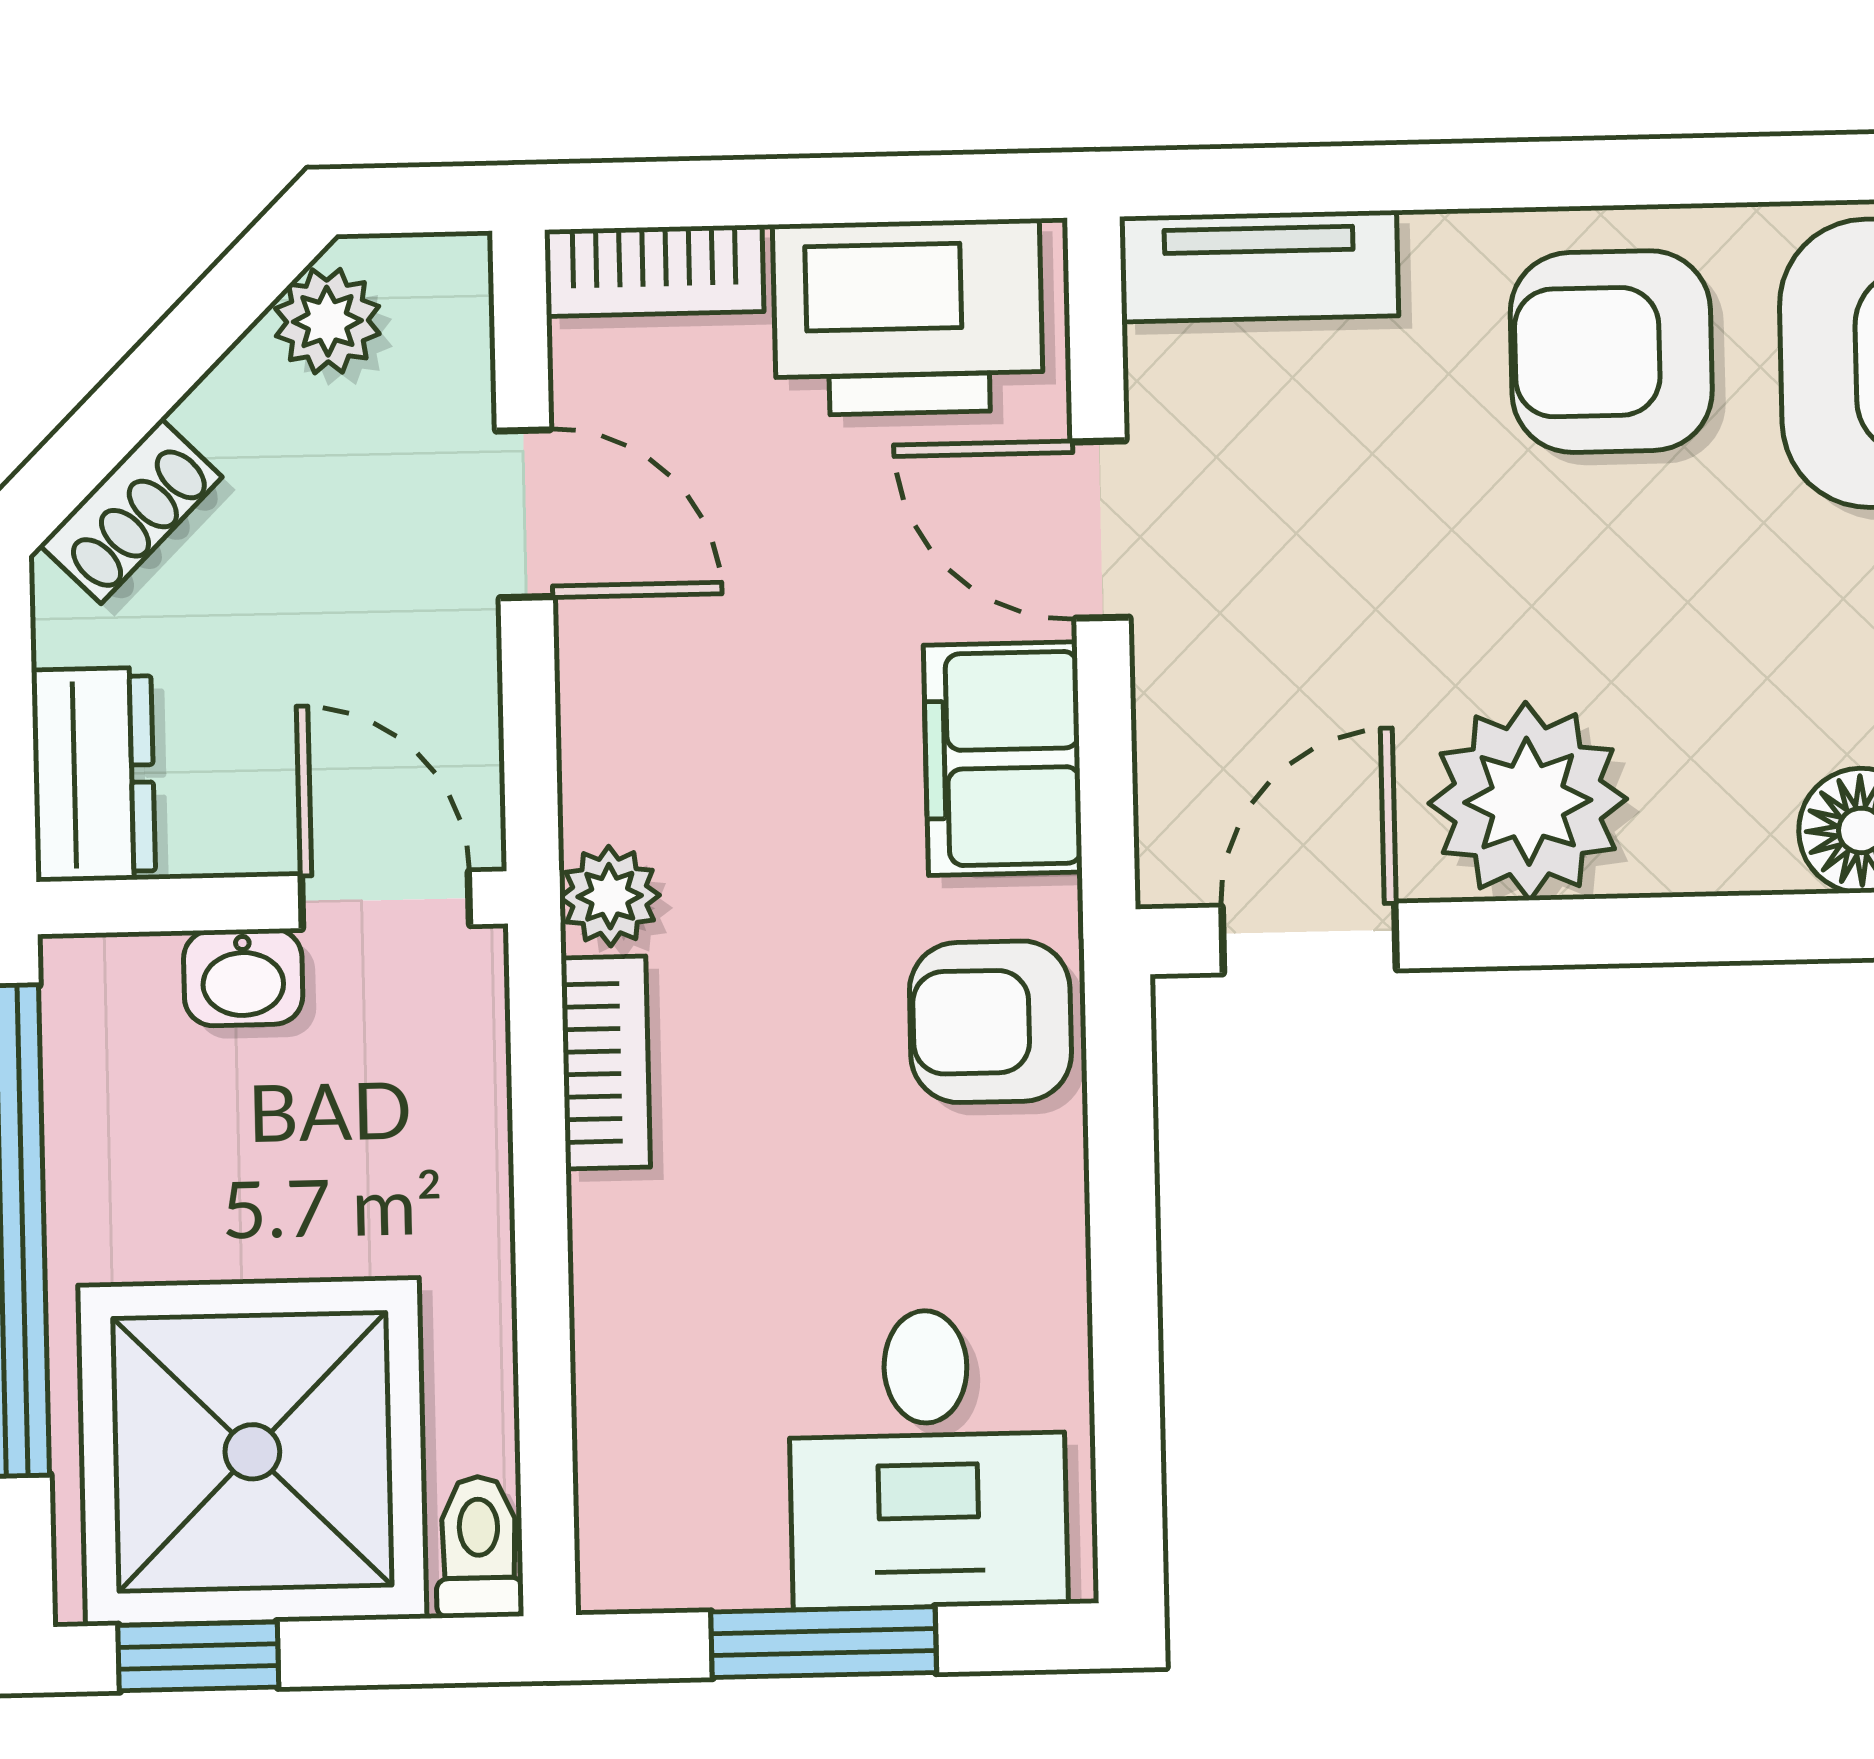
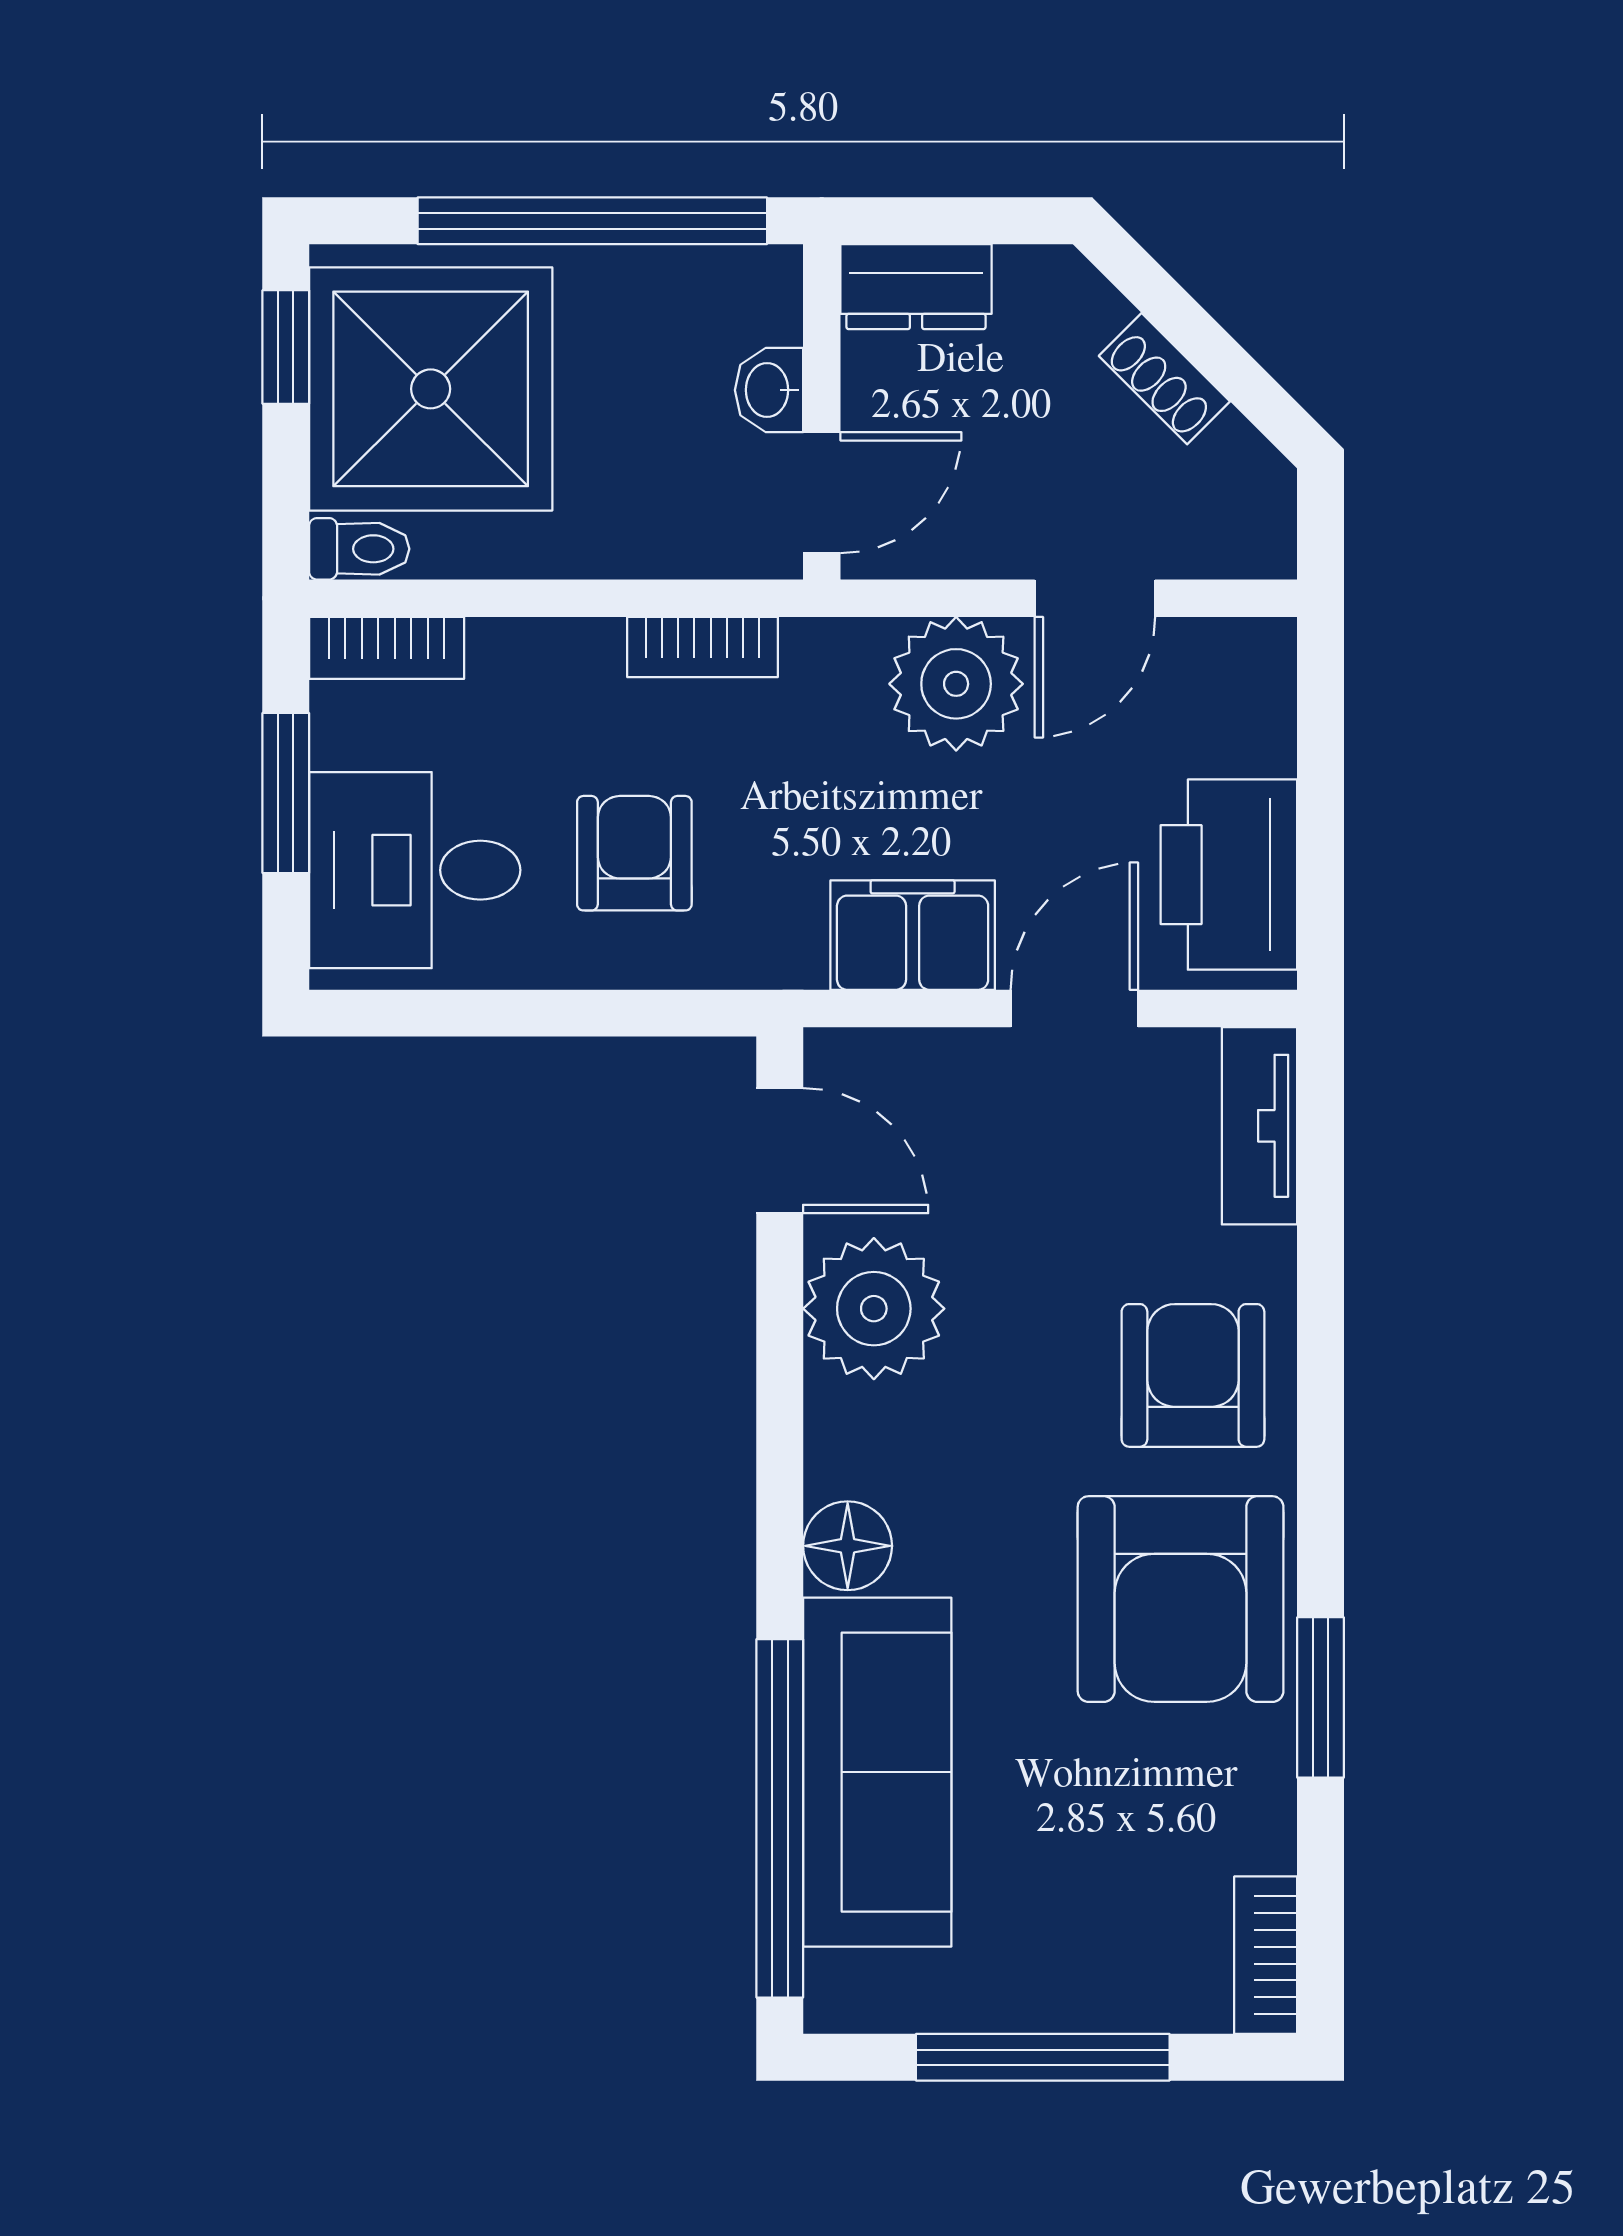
bookcase: (654, 271) -> (387, 648), moved, turned -90
plant: (327, 321) -> (1235, 461), removed
shoe rack: (131, 511) -> (1164, 379), moved
plant: (610, 896) -> (956, 684), moved, width x1.88, depth x1.88
armchair: (990, 1022) -> (634, 853), moved

